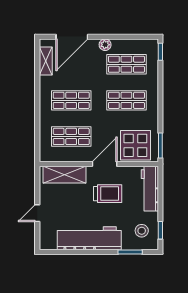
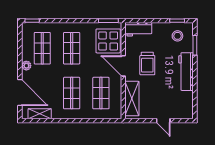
workbench: (150, 189) -> (138, 29), width x0.73
trolley: (108, 194) -> (147, 64), turned 180
workbench: (89, 238) -> (186, 72), width x0.73, depth x0.76

